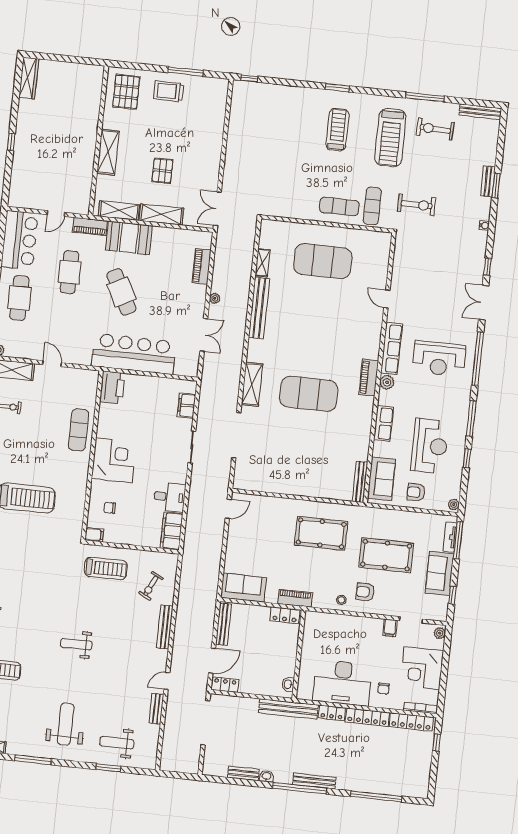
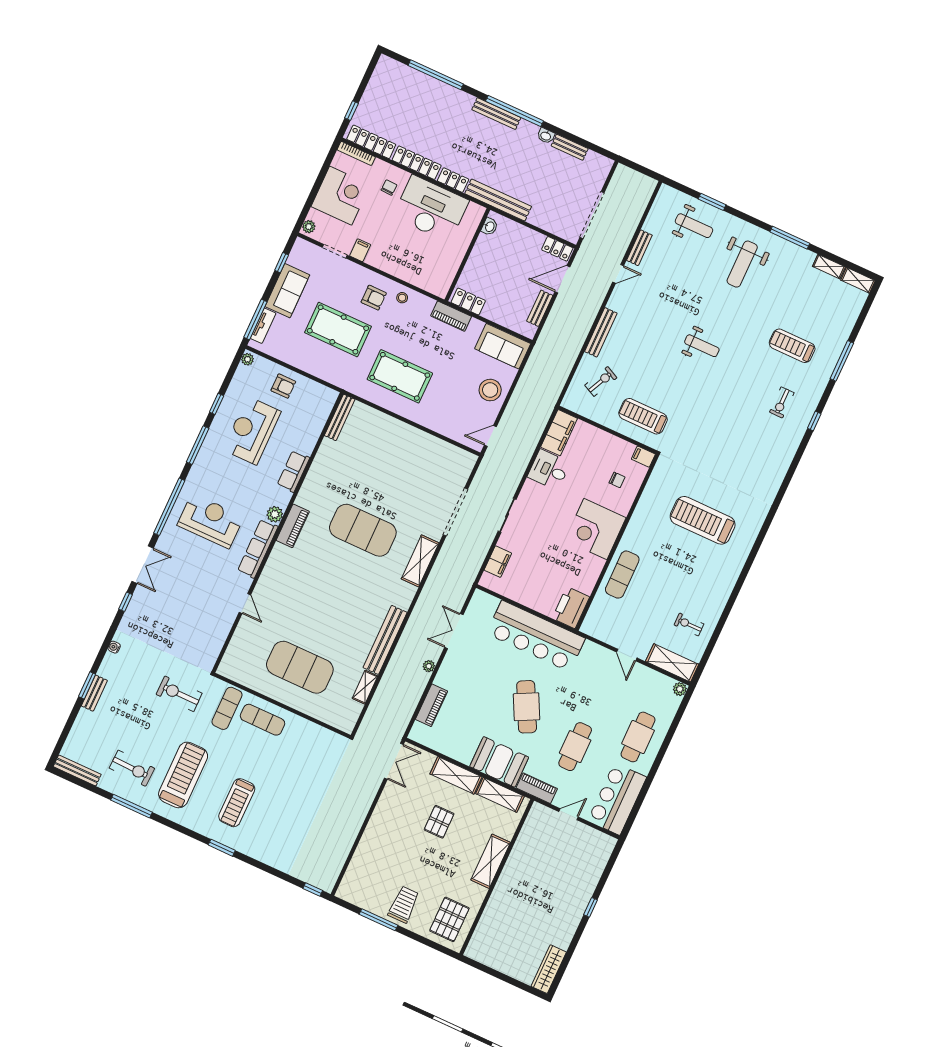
trolley: (169, 91) -> (404, 905), turned -90
sofa: (381, 479) -> (315, 413), removed
stool: (241, 547) -> (490, 390), added
bench: (224, 624) -> (540, 308), width x0.73

